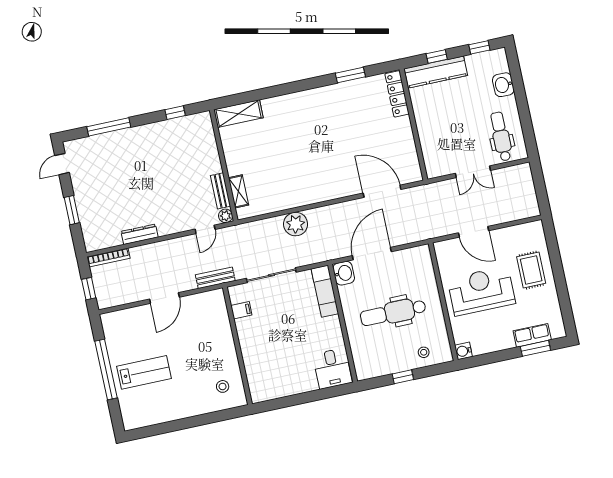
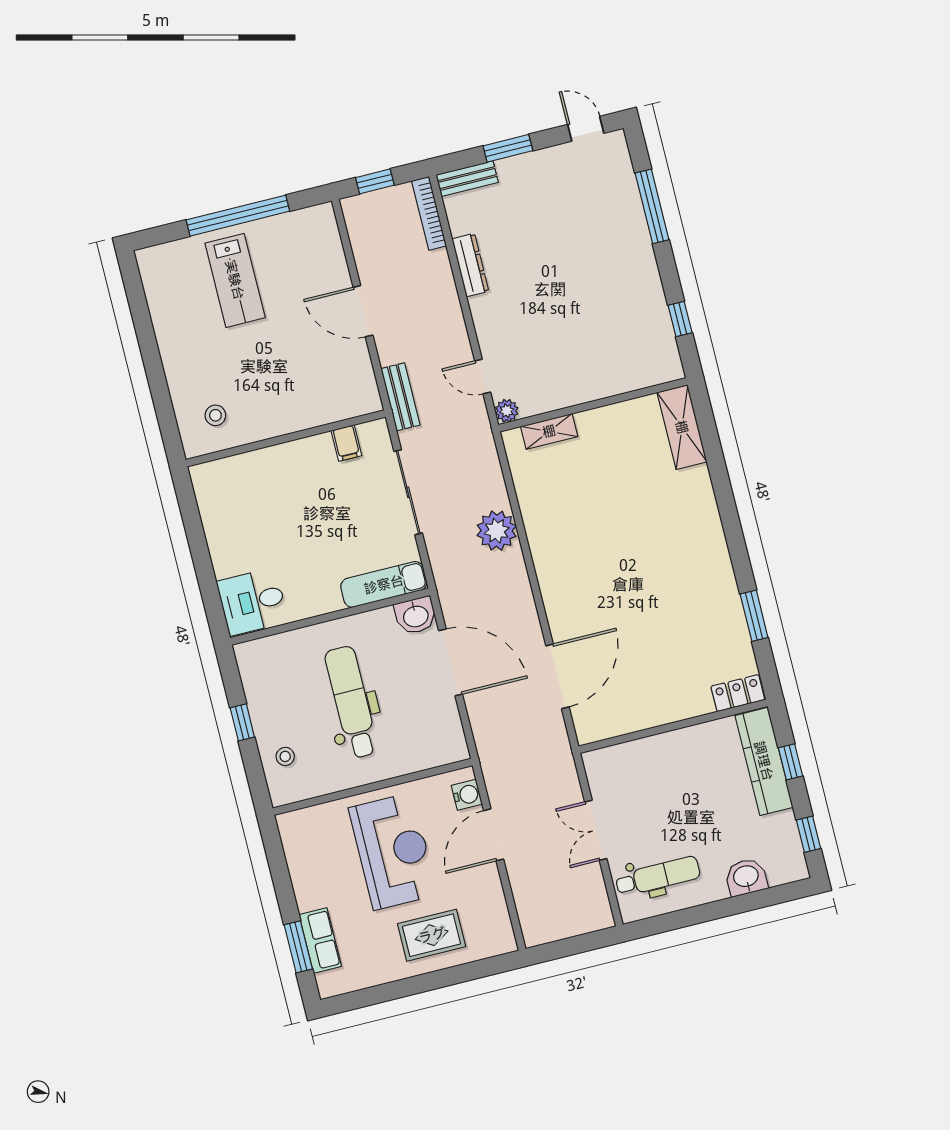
locker: (397, 94) -> (738, 693), width x0.66
bench: (220, 191) -> (467, 179), moved
water cooler: (463, 351) -> (467, 795), moved, turned 90

